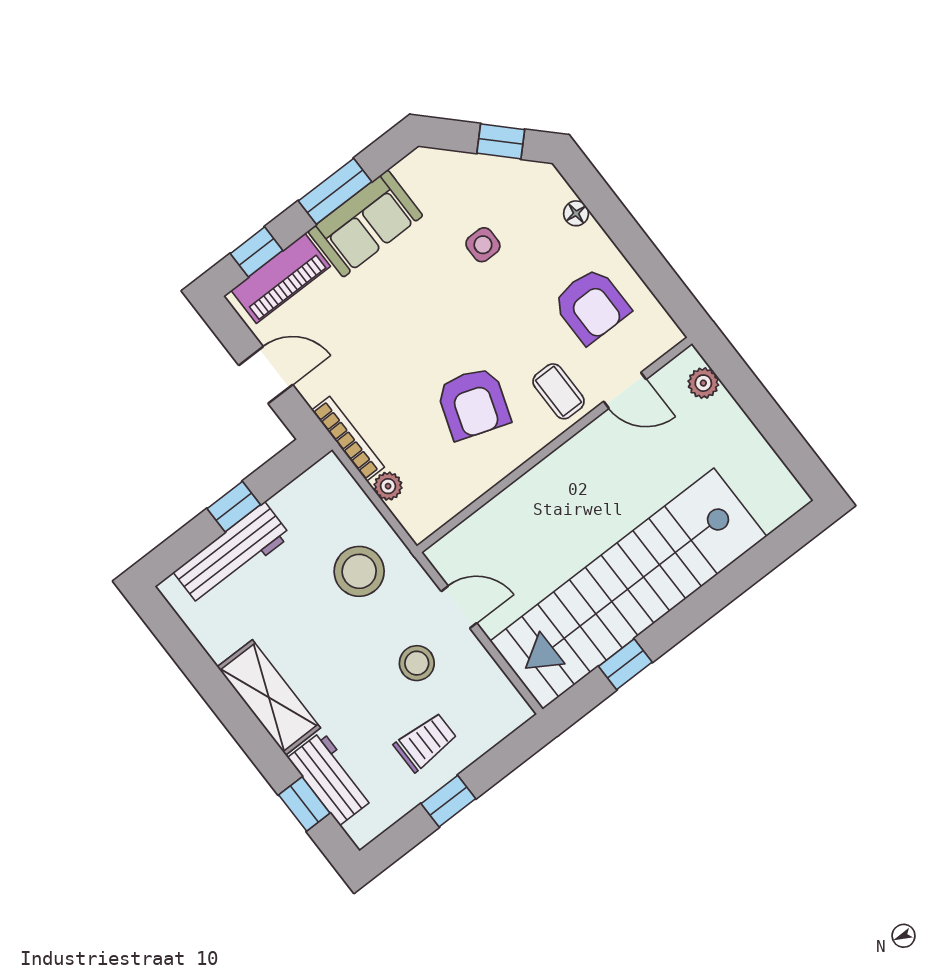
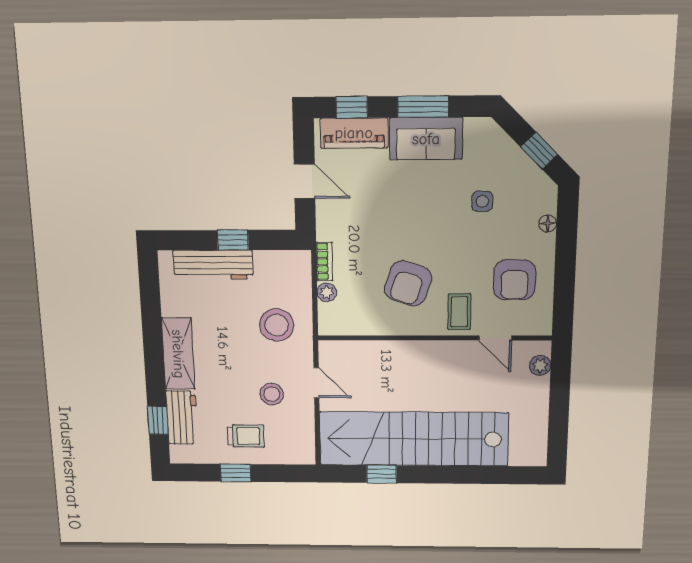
bookcase: (348, 439) -> (324, 262), width x0.64

